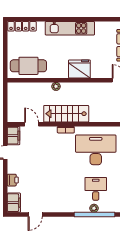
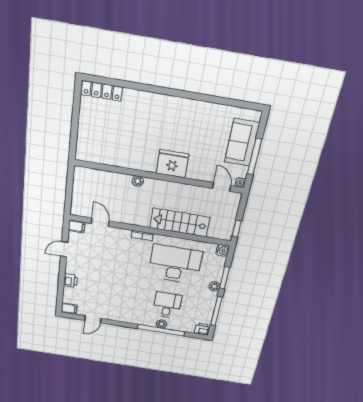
kitchen unit: (70, 28) -> (169, 105), removed
cafe table: (28, 66) -> (104, 148), removed
stairs: (66, 114) -> (180, 223), moved
filing cabinet: (14, 136) -> (77, 226), width x0.50
filing cabinet: (14, 203) -> (69, 309), width x0.50

